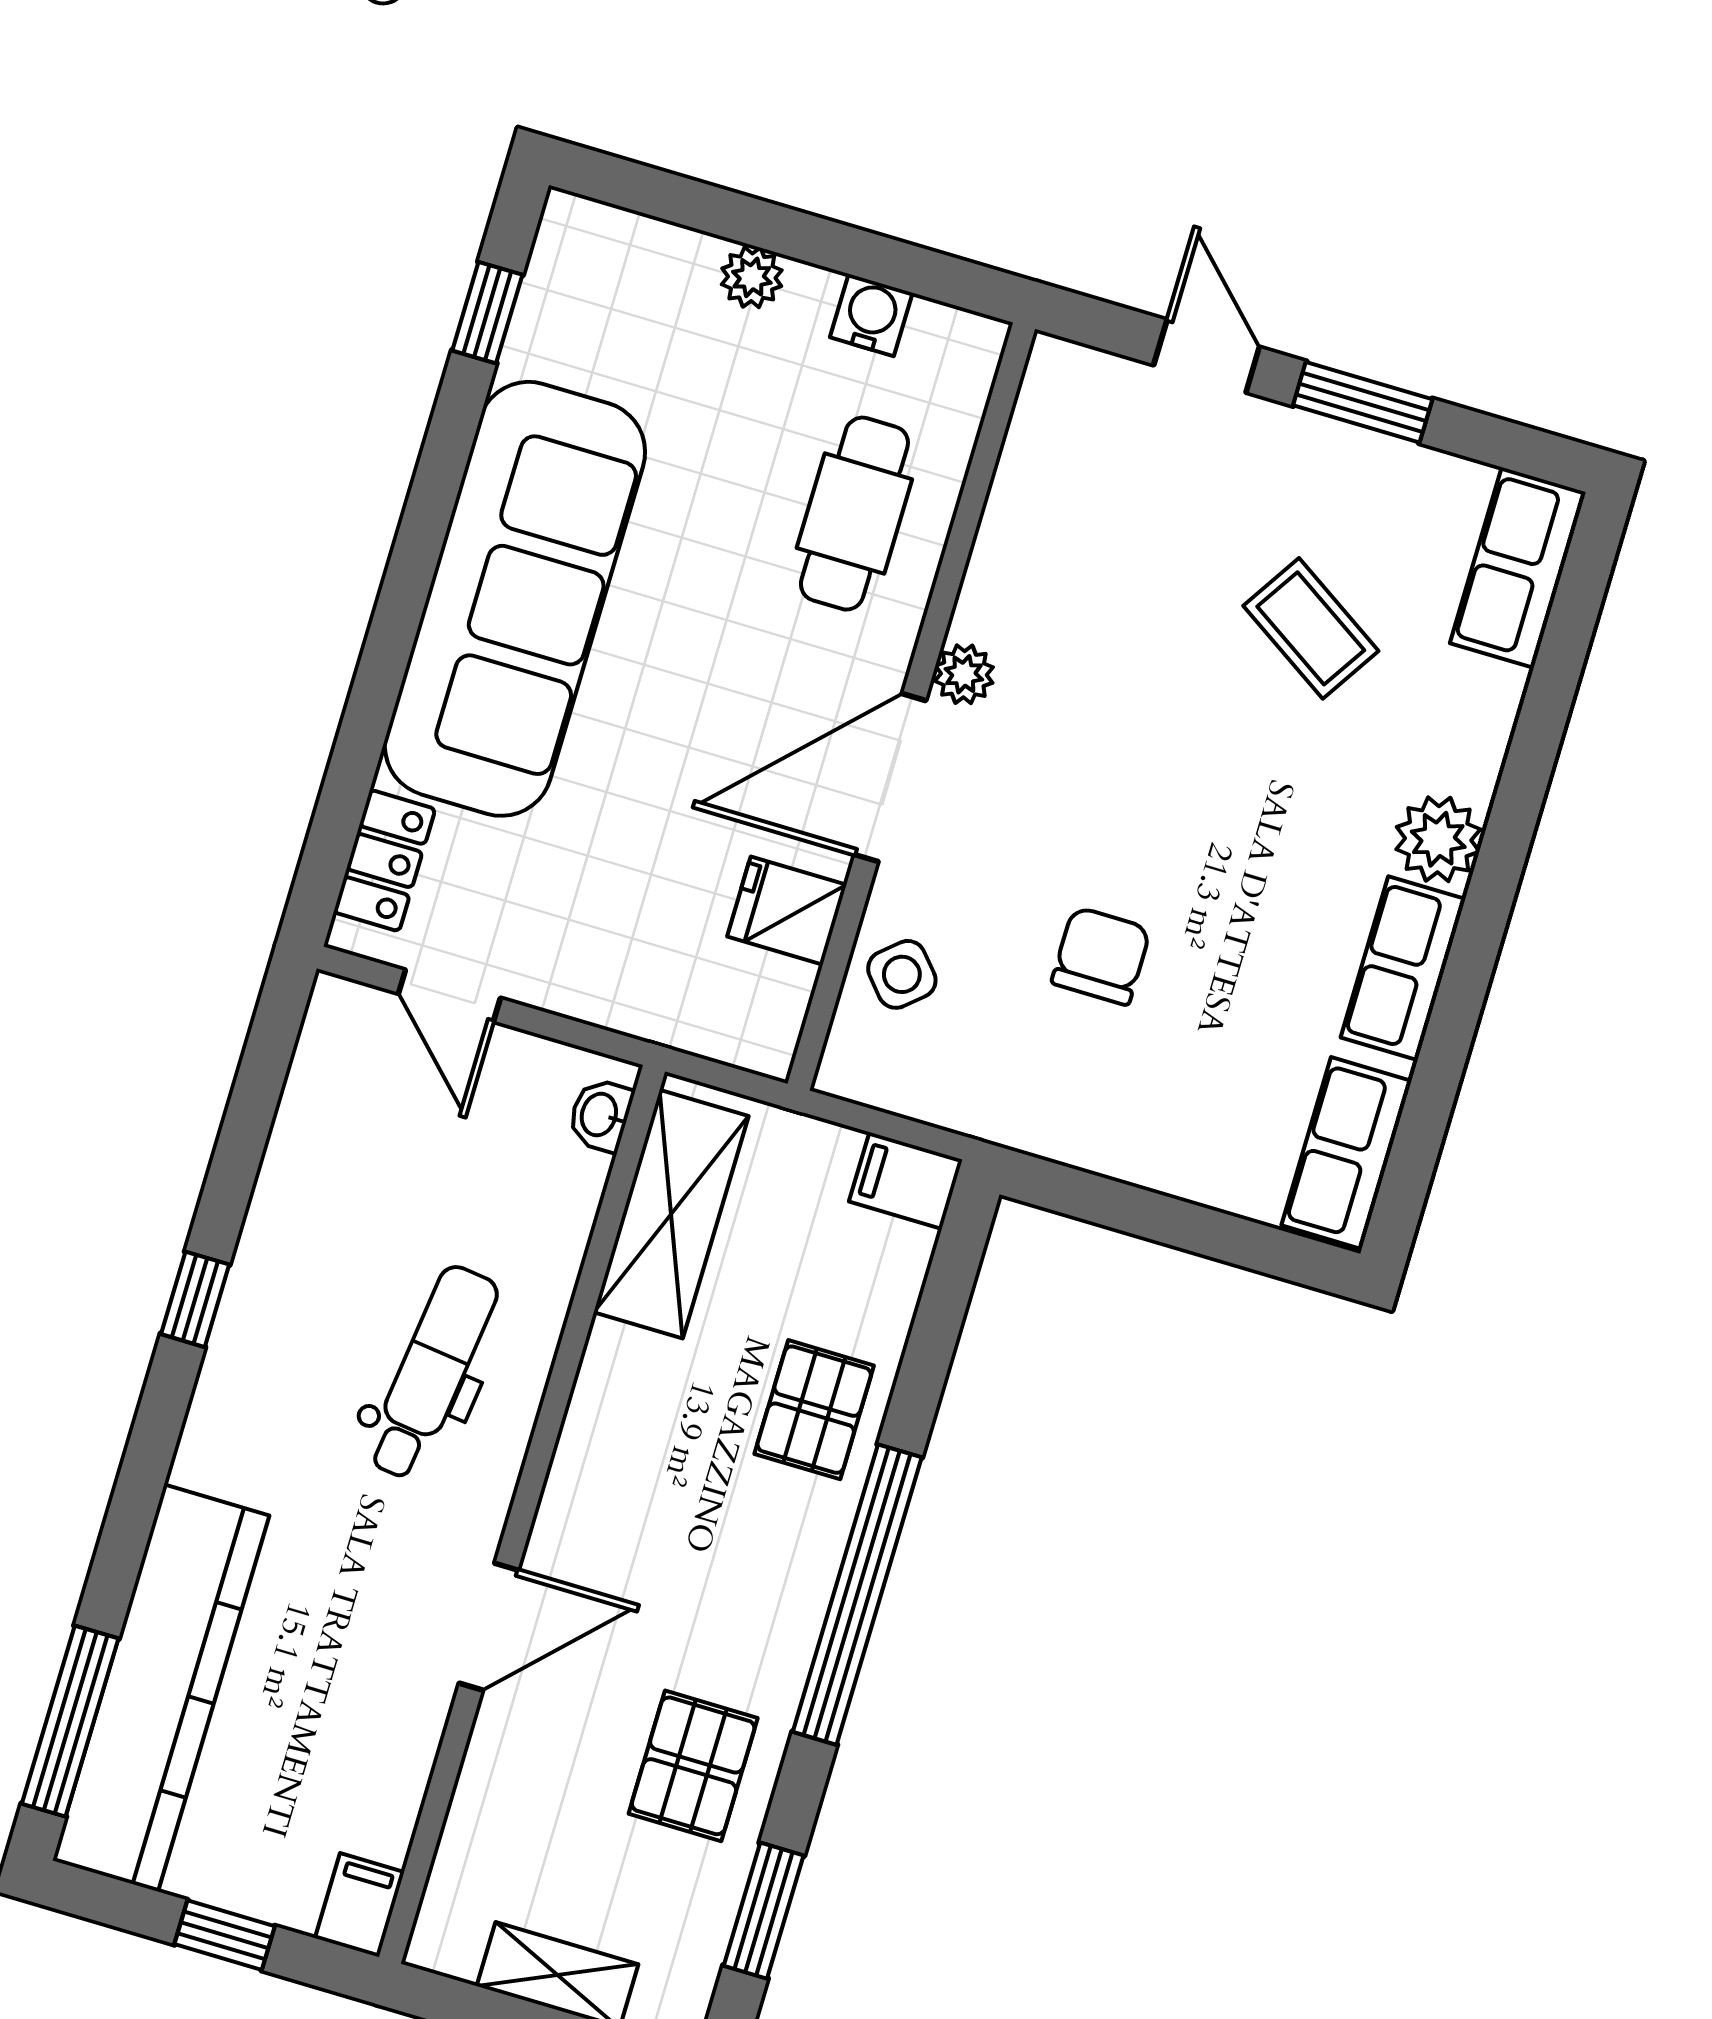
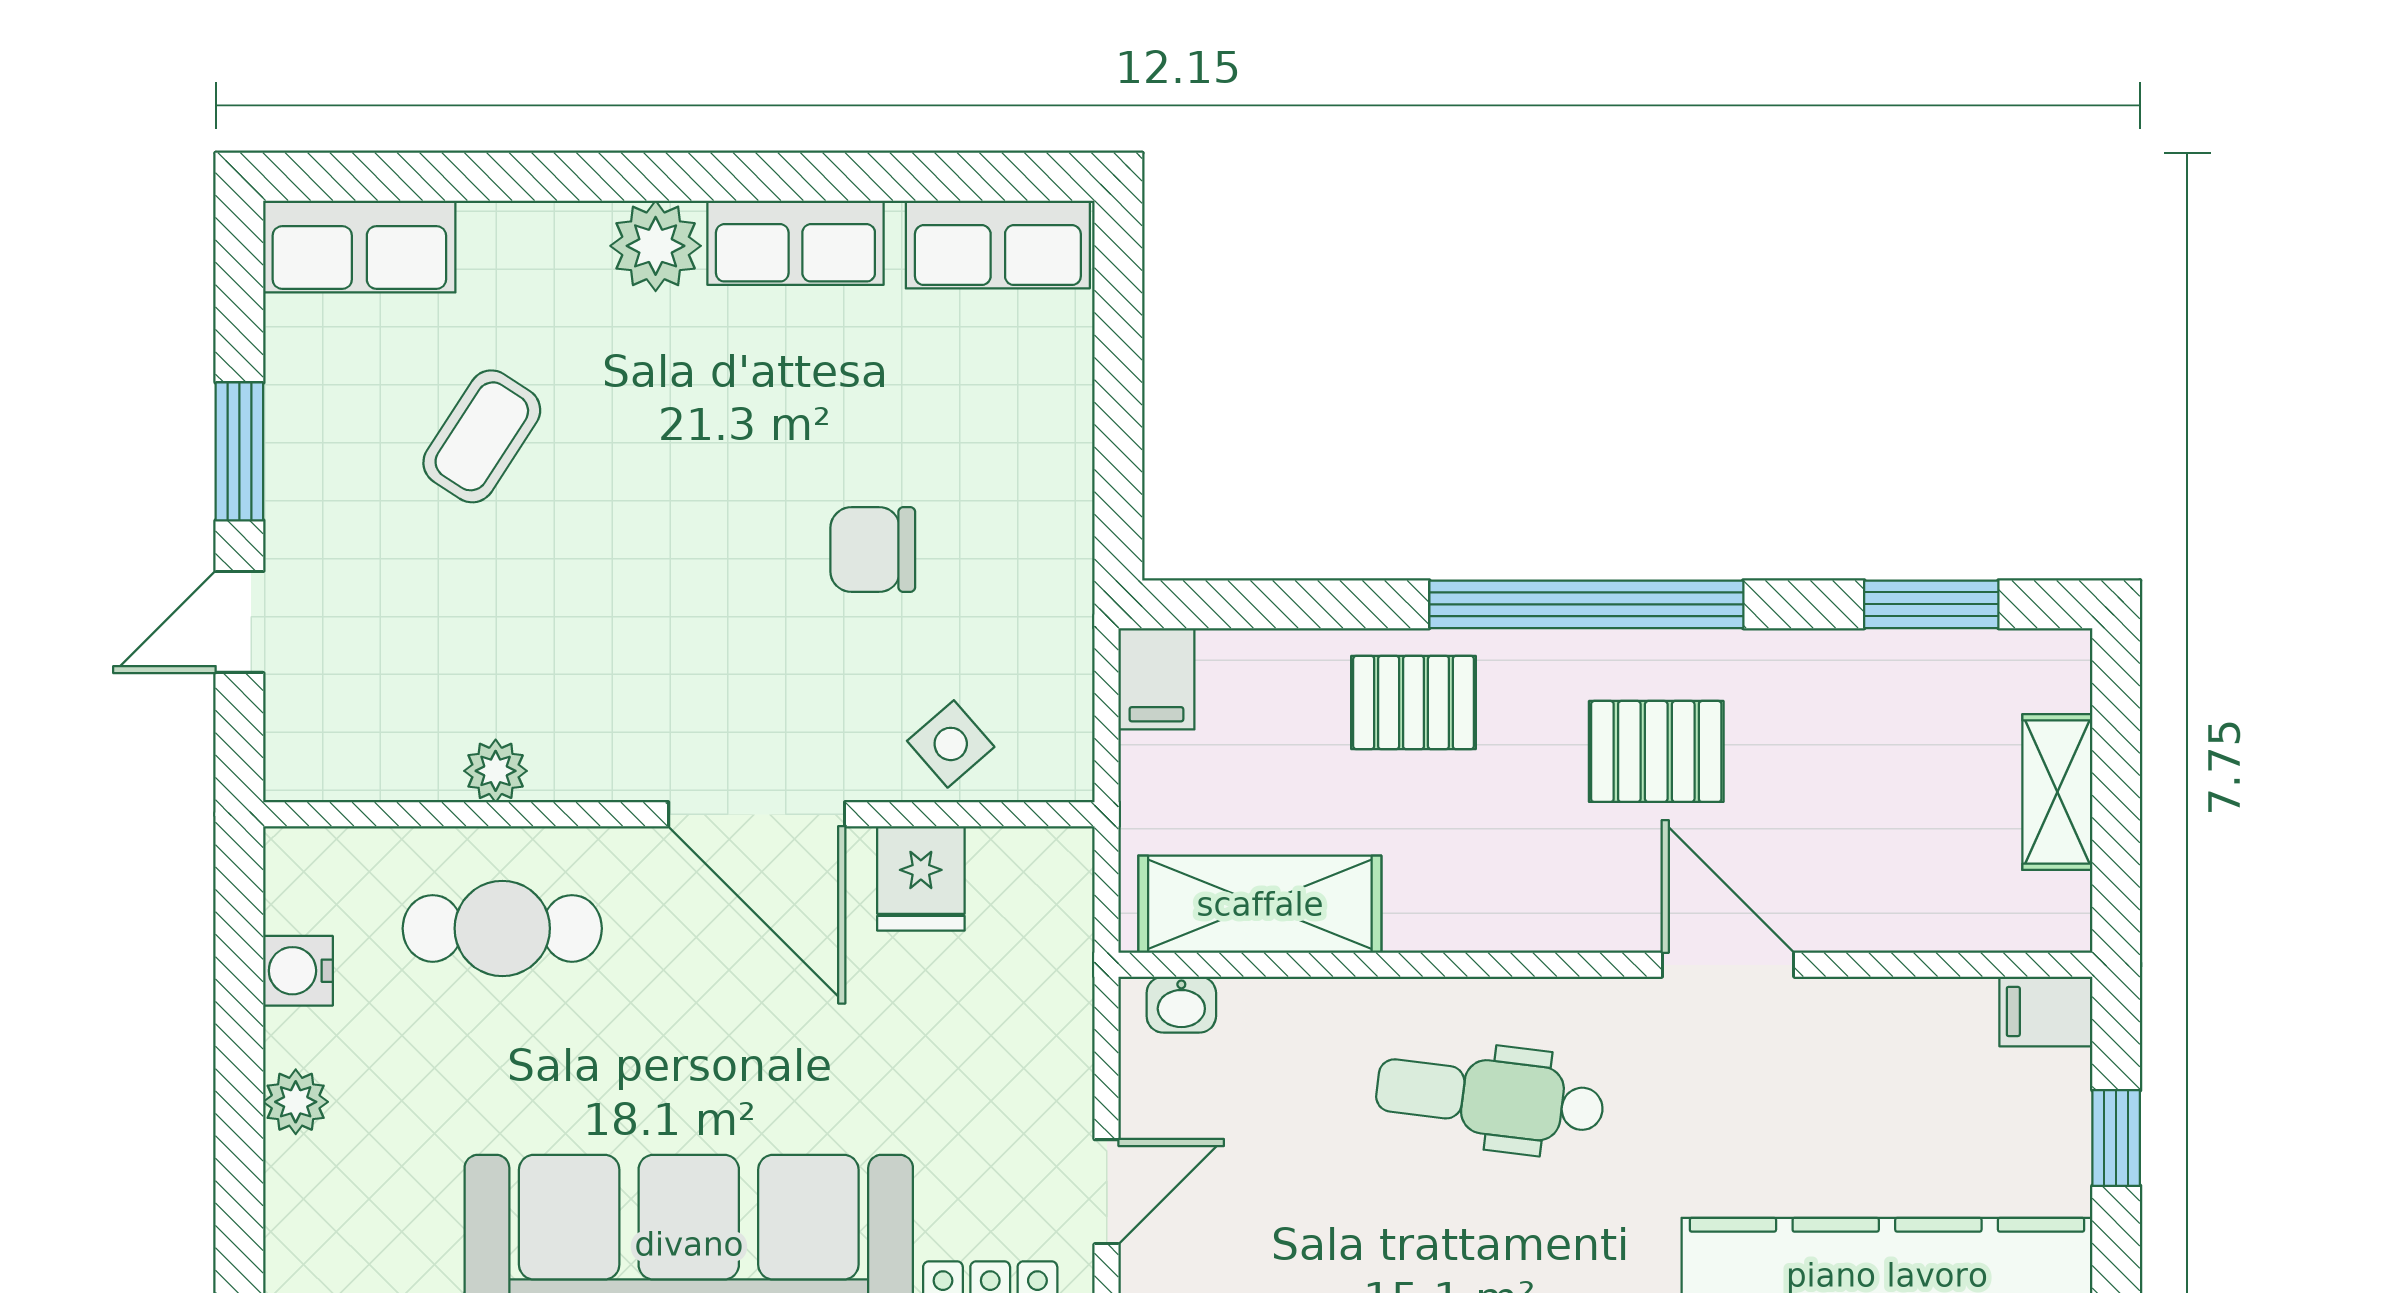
plant: (964, 674) -> (496, 771), moved
pallet: (693, 1766) -> (1656, 751), moved

